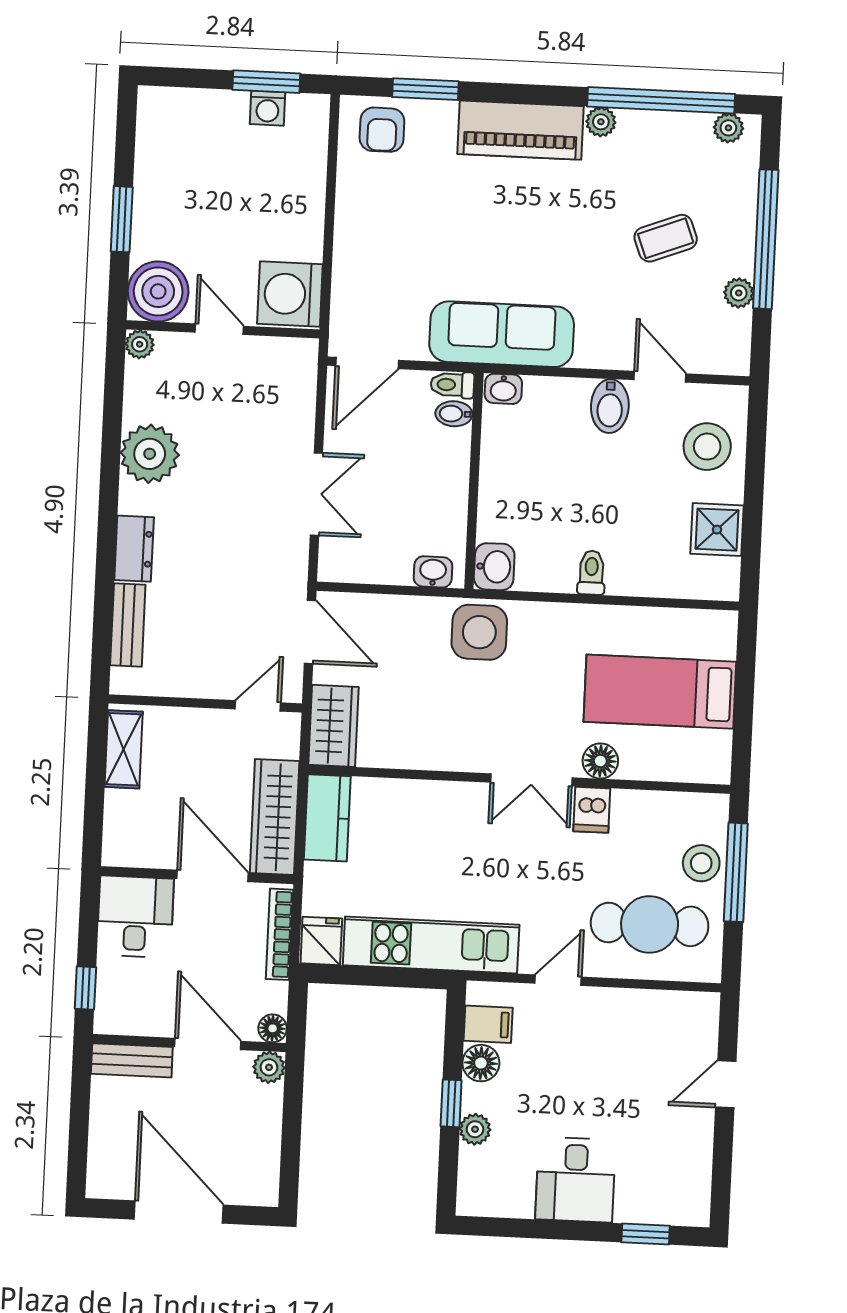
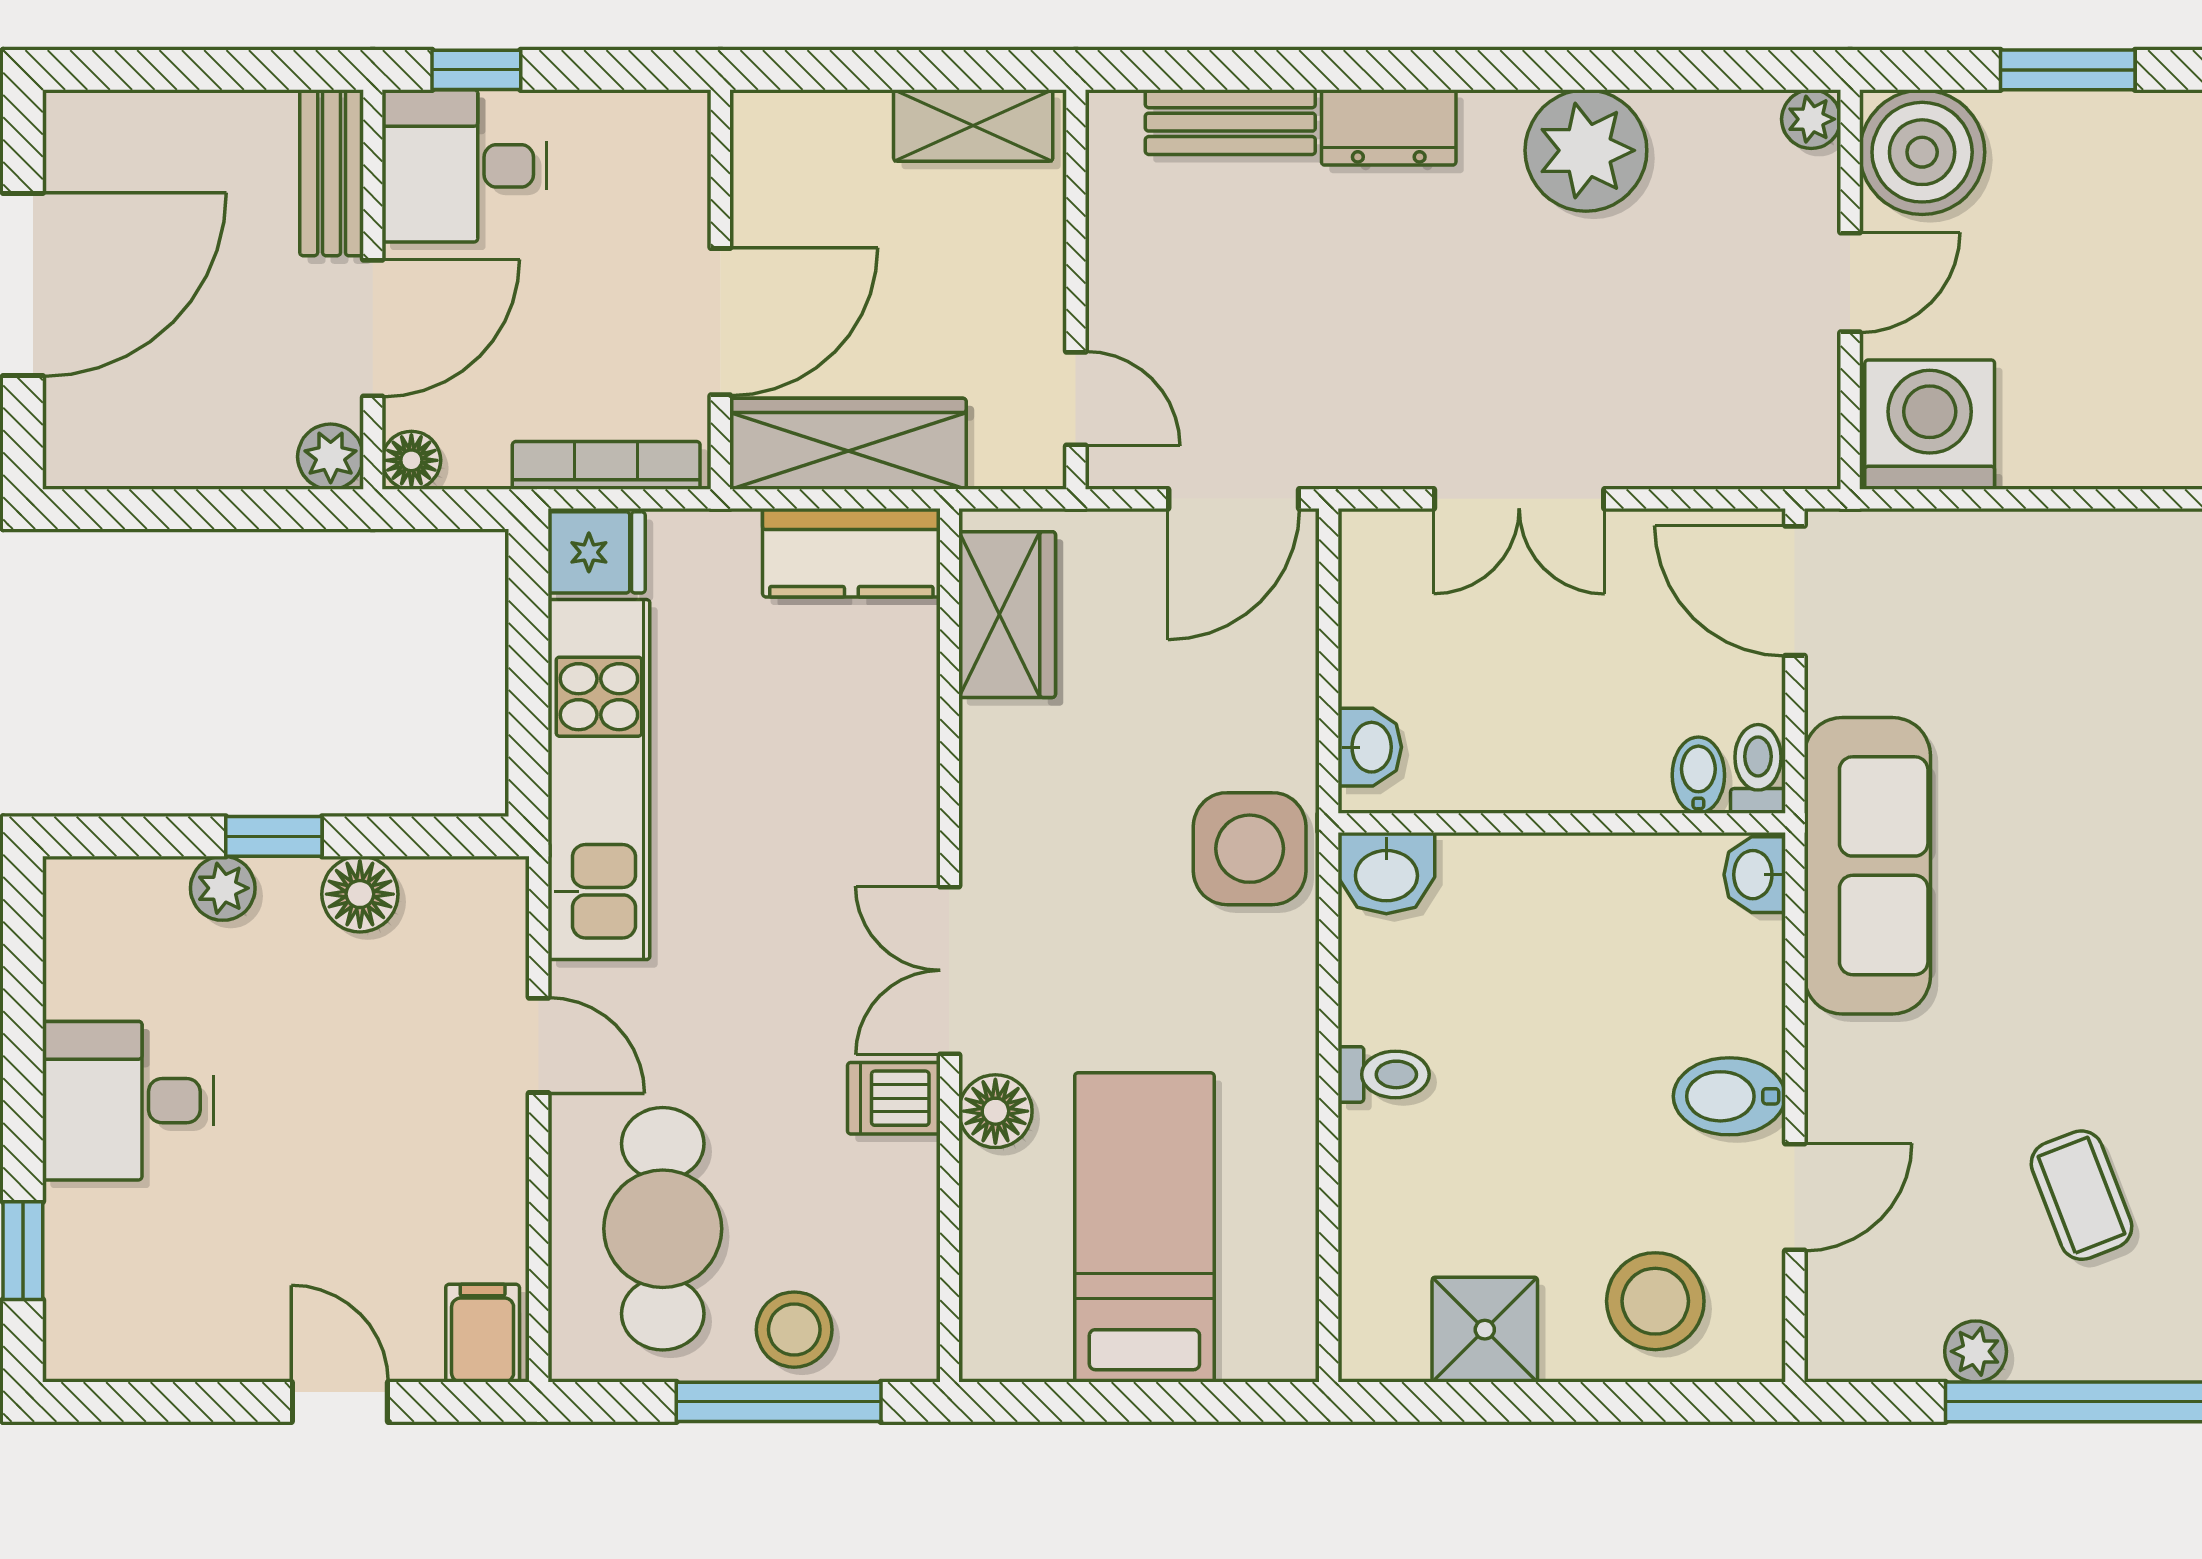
wardrobe: (333, 726) -> (1007, 615), moved, turned -90
desk: (135, 917) -> (464, 166), moved, turned 180
filing cabinet: (488, 1024) -> (483, 1333), moved, turned 180

